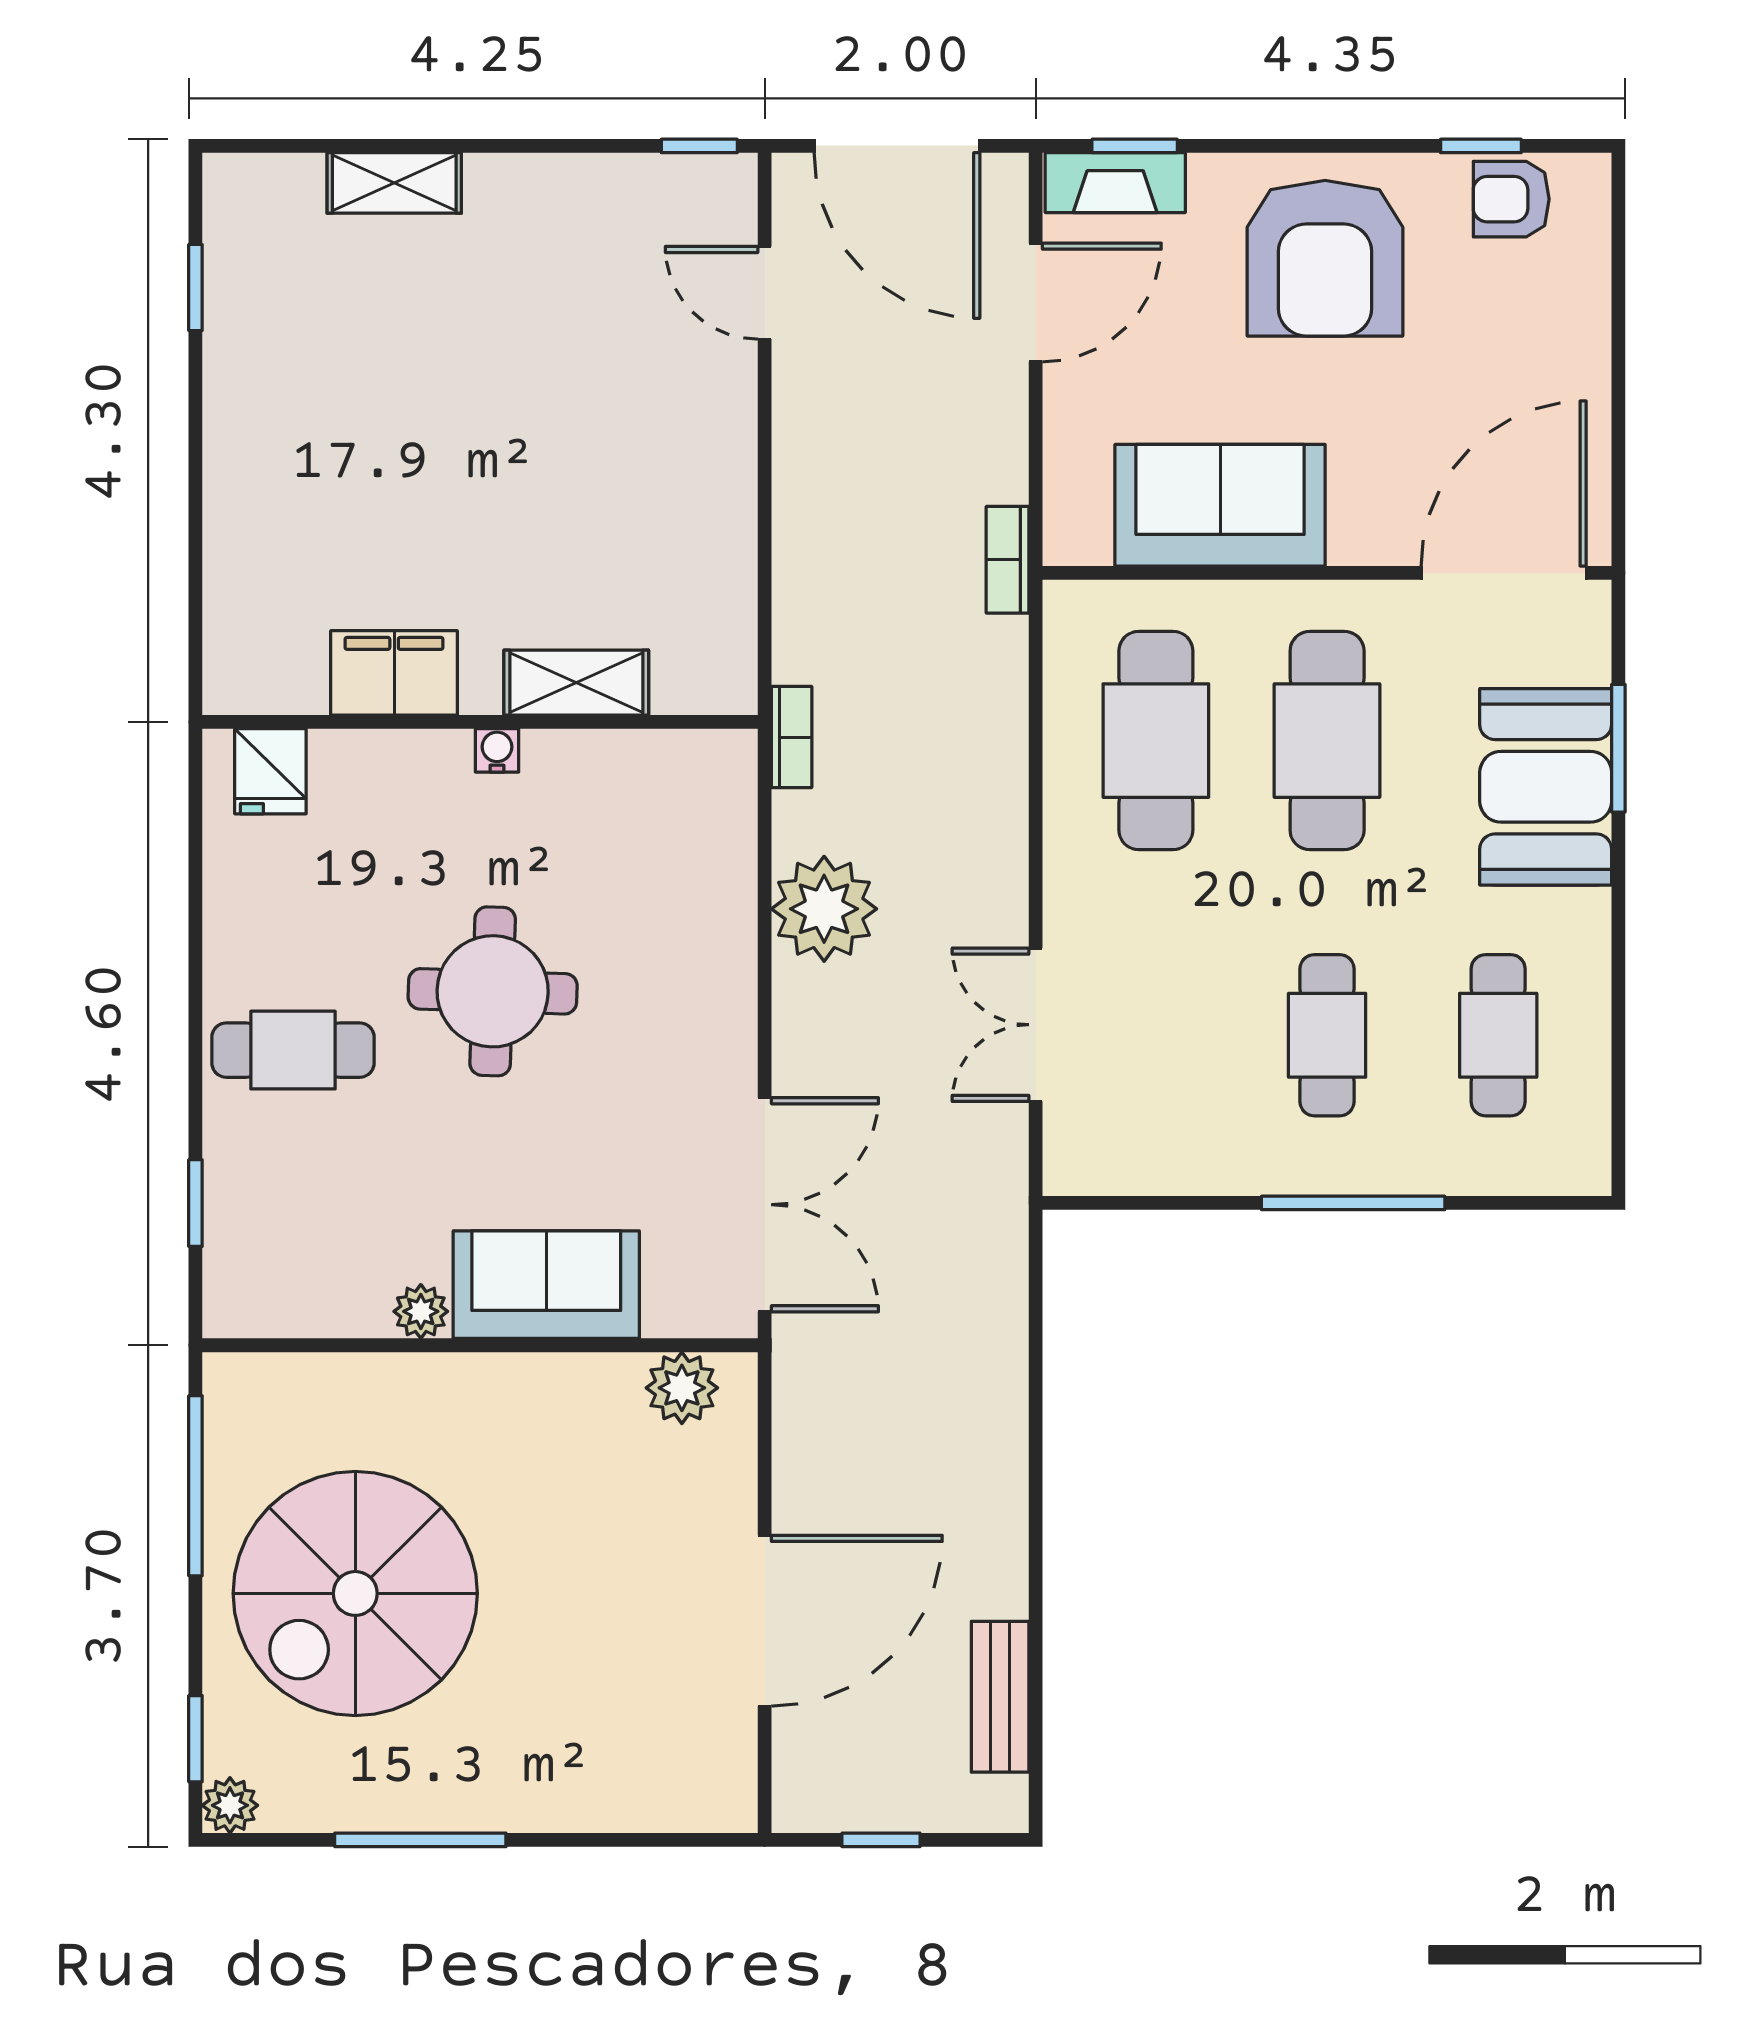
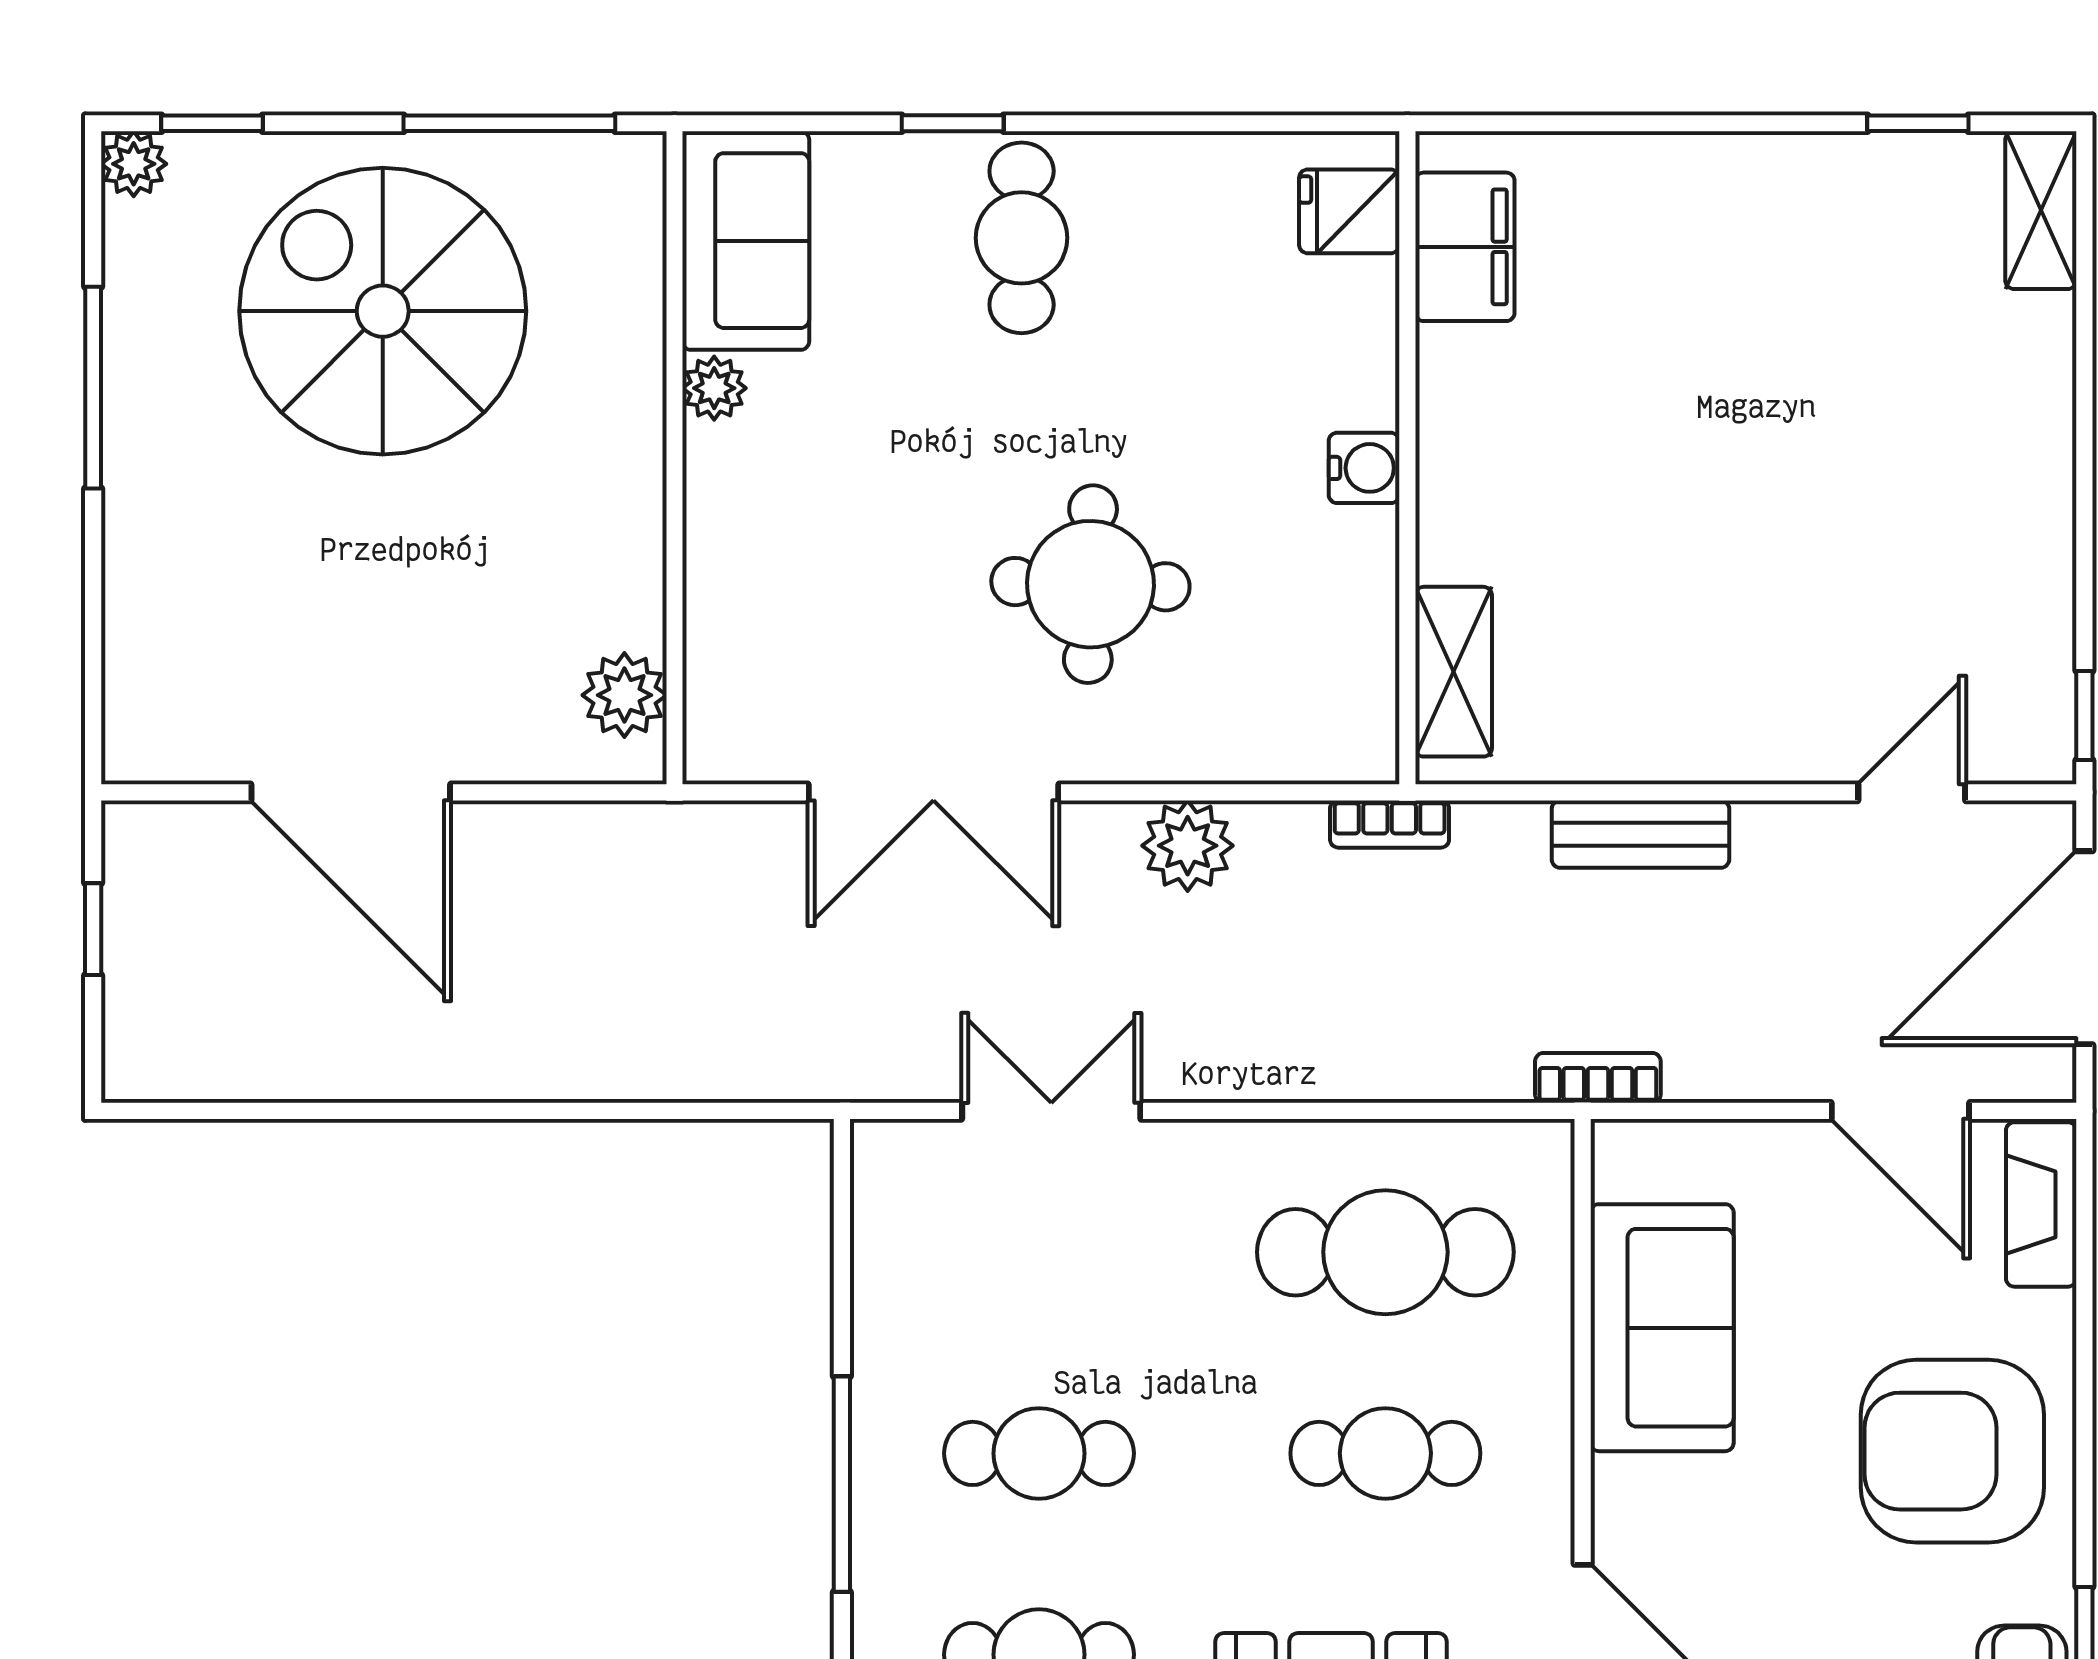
window: (1135, 146) -> (2084, 1227), removed
shelving: (394, 183) -> (2041, 210), moved
filing cabinet: (394, 673) -> (1465, 247), moved
shelving: (576, 683) -> (1454, 672), moved
cafe table: (1327, 741) -> (1385, 1453), width x0.73, depth x0.74
water cooler: (497, 750) -> (1364, 468), width x1.38, depth x1.38
plant: (824, 909) -> (1188, 846), width x0.73, depth x0.73
round table: (493, 991) -> (1090, 584), moved
window: (195, 1203) -> (953, 123), moved
double door: (765, 1205) -> (933, 792), moved
sofa: (546, 1285) -> (746, 241), moved
bench: (1000, 1697) -> (1640, 834), moved

